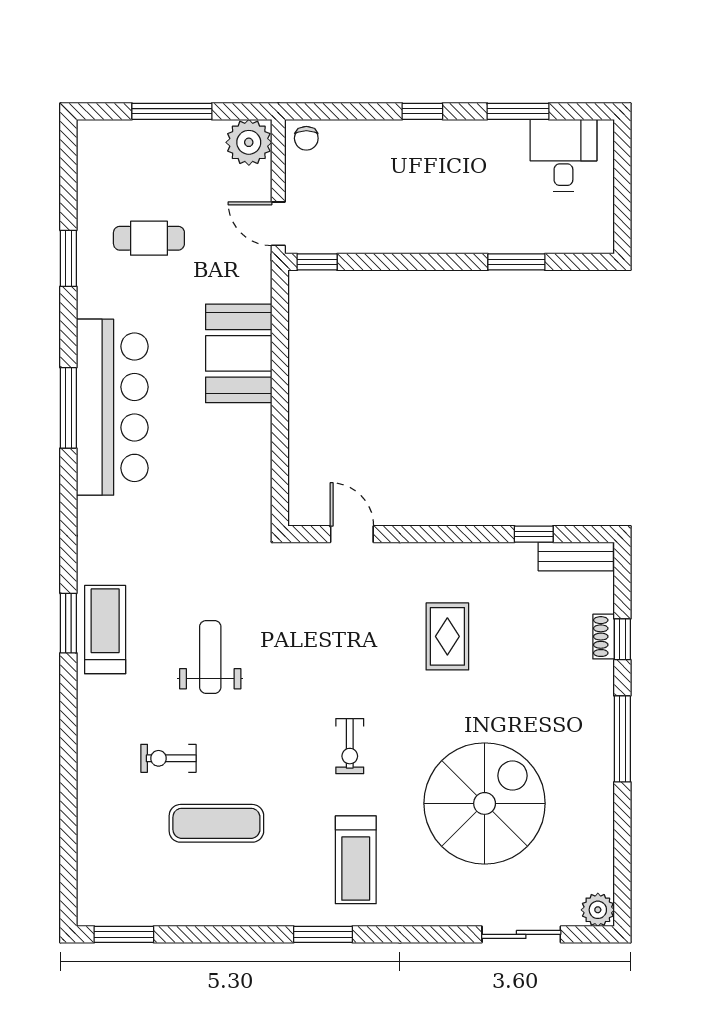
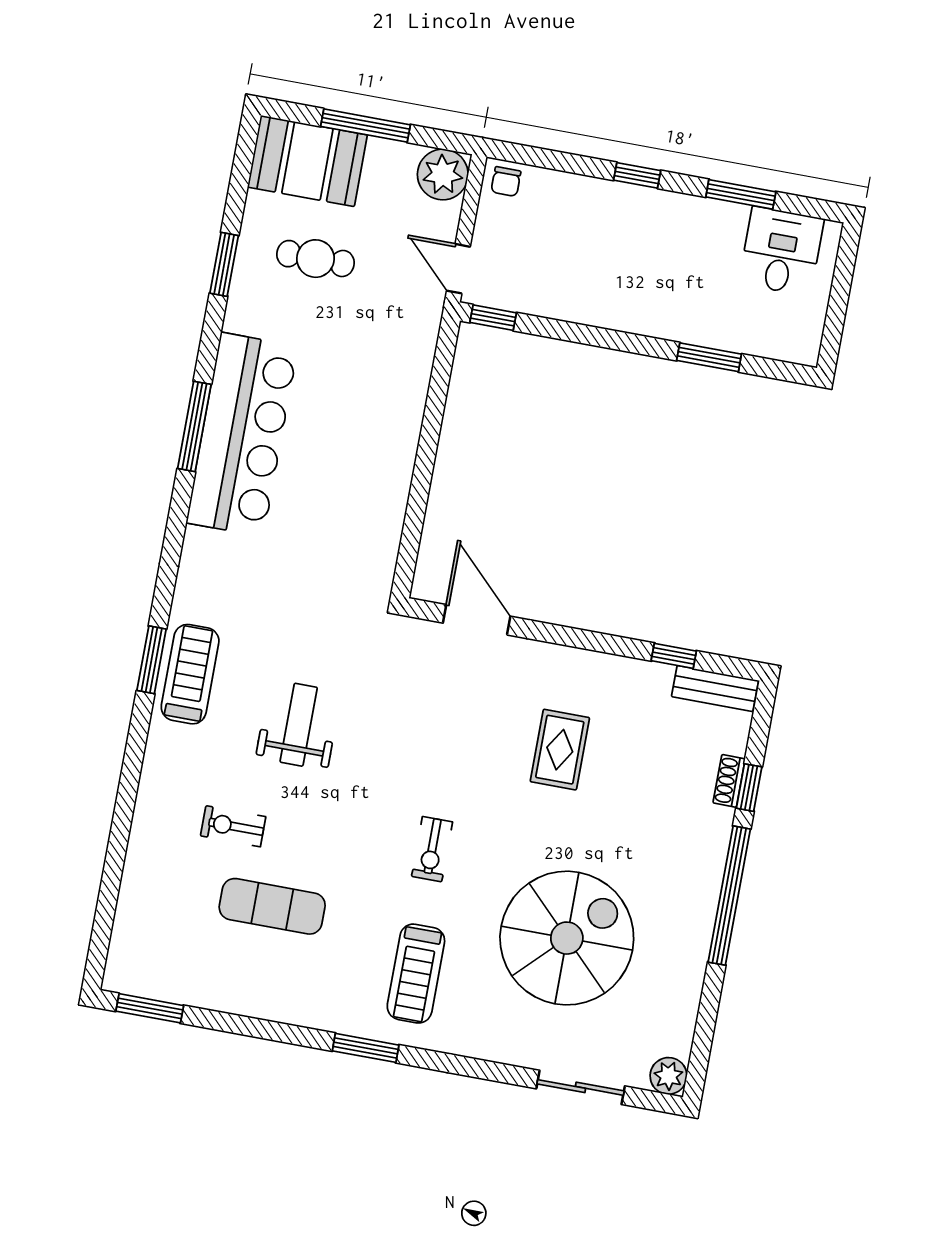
booth: (239, 353) -> (307, 161), moved, turned 90
door: (352, 534) -> (477, 620), width x1.38
window: (622, 739) -> (729, 896), width x1.46

